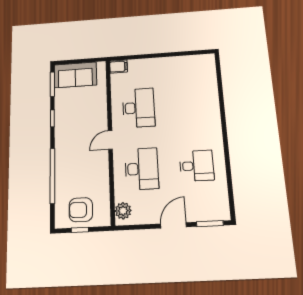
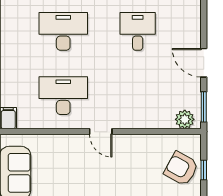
desk: (142, 169) -> (63, 31), moved
armchair: (81, 210) -> (181, 169), turned 119
window: (210, 224) -> (204, 107), moved

